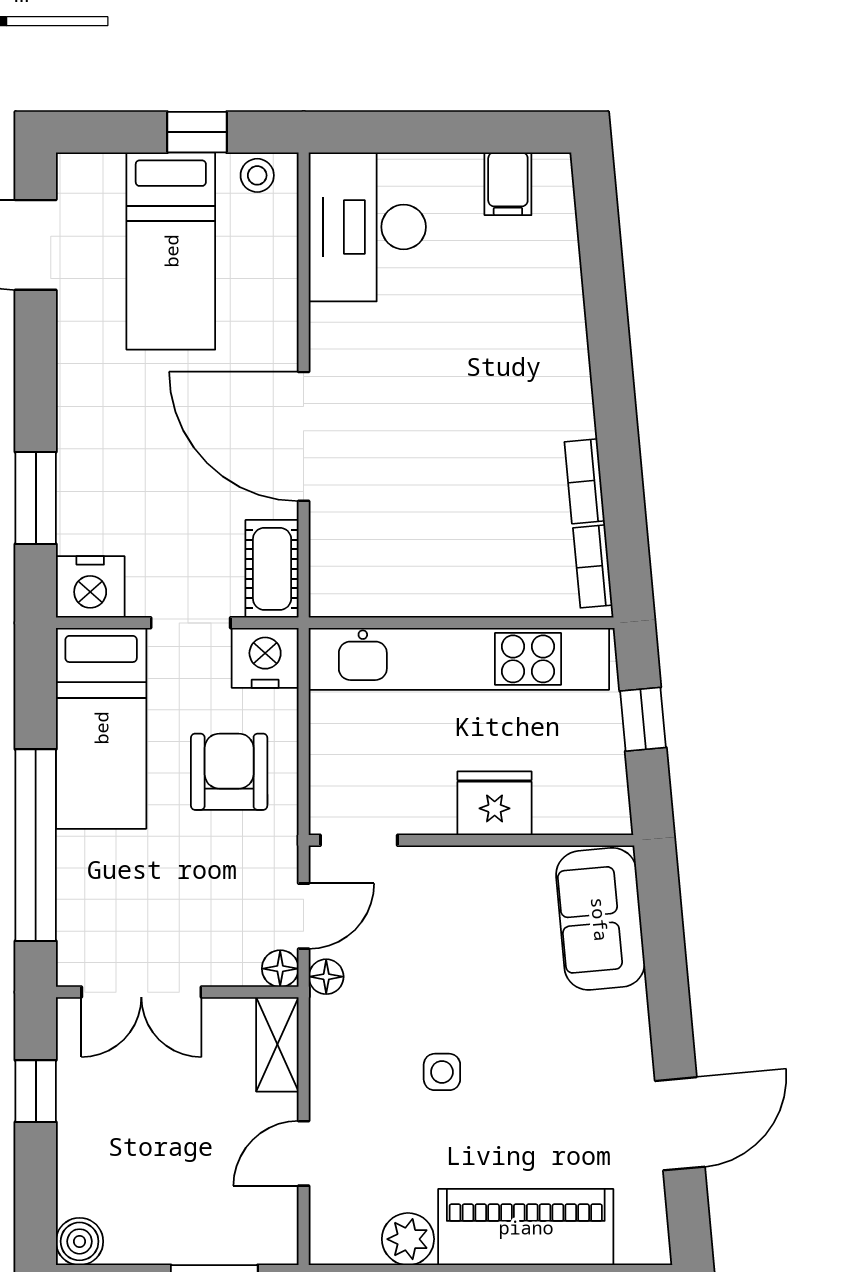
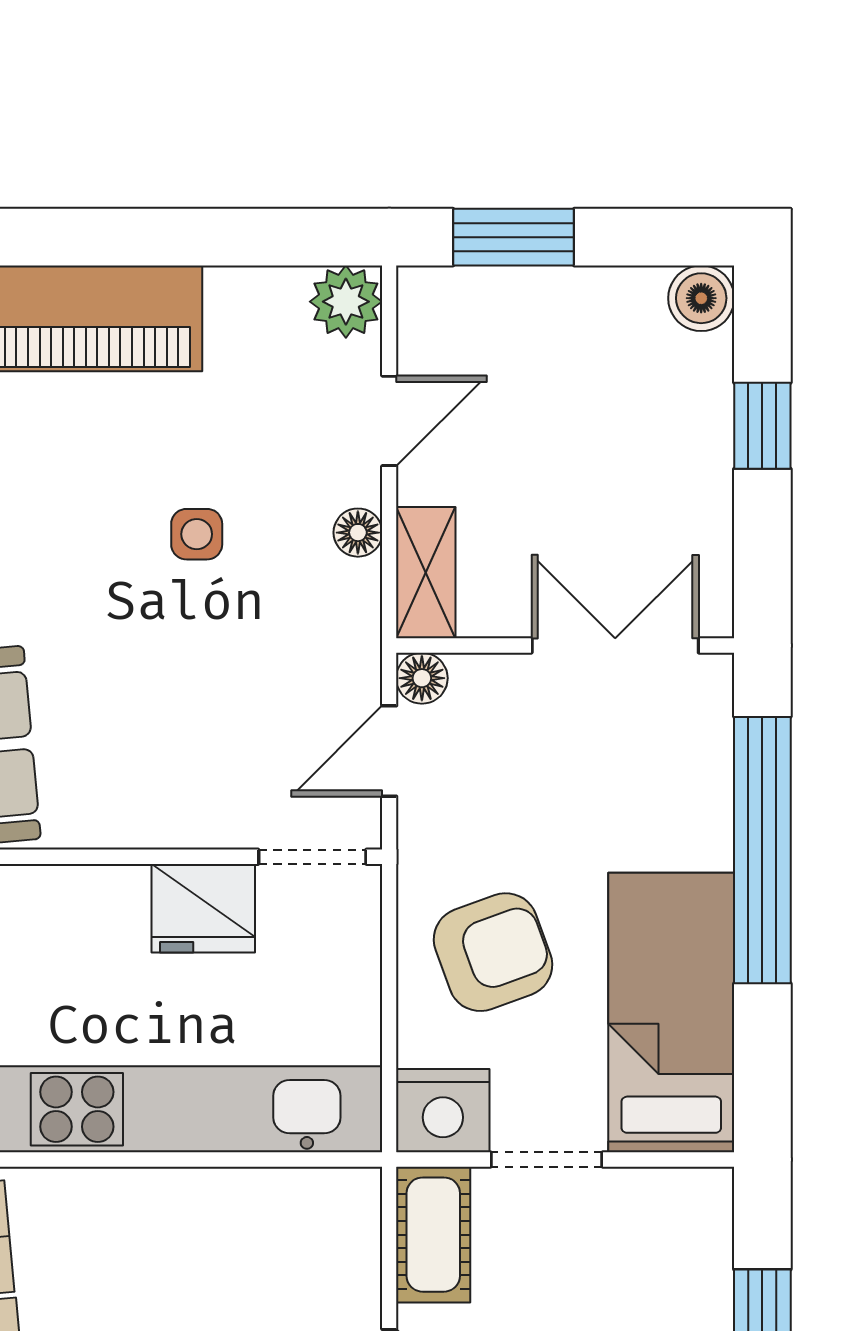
nightstand: (90, 587) -> (686, 1209), removed
armchair: (229, 772) -> (493, 952), turned -110
fridge: (495, 803) -> (203, 908), moved
floor lamp: (326, 977) -> (358, 533), moved
window: (36, 1091) -> (762, 426), moved
plant: (408, 1239) -> (346, 302), moved

